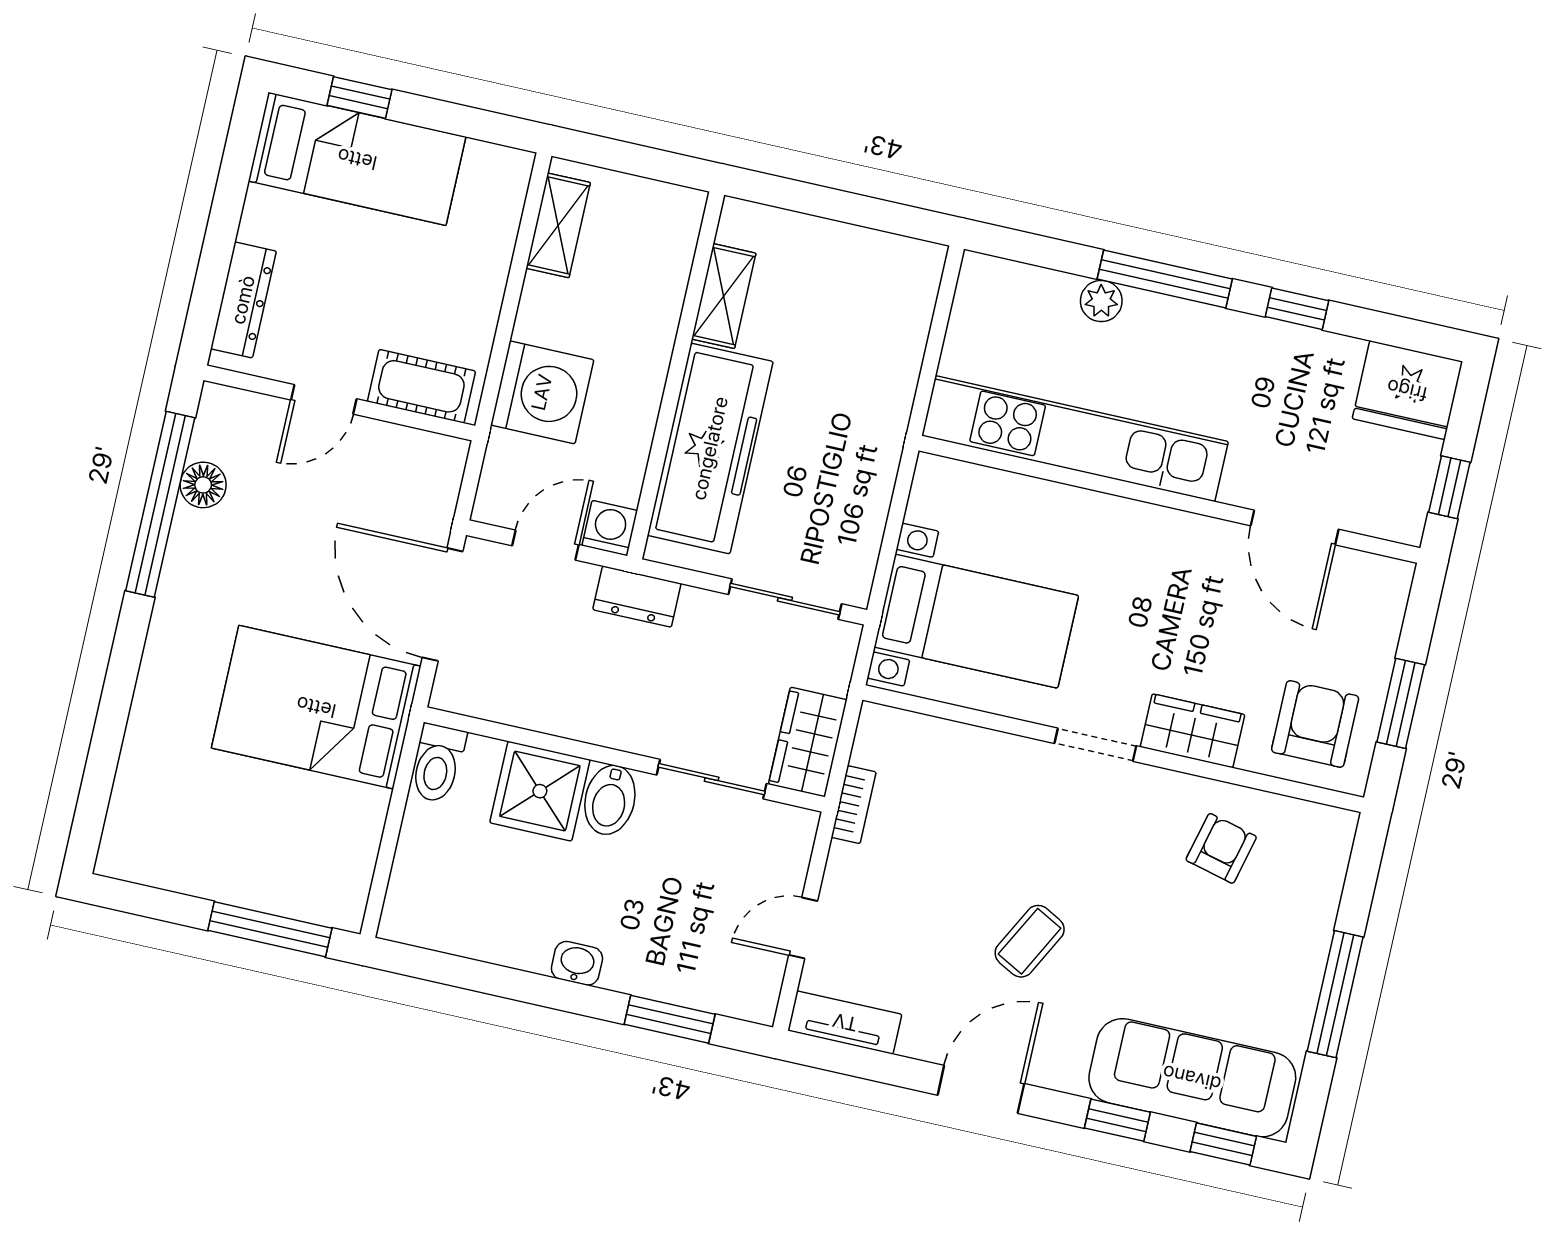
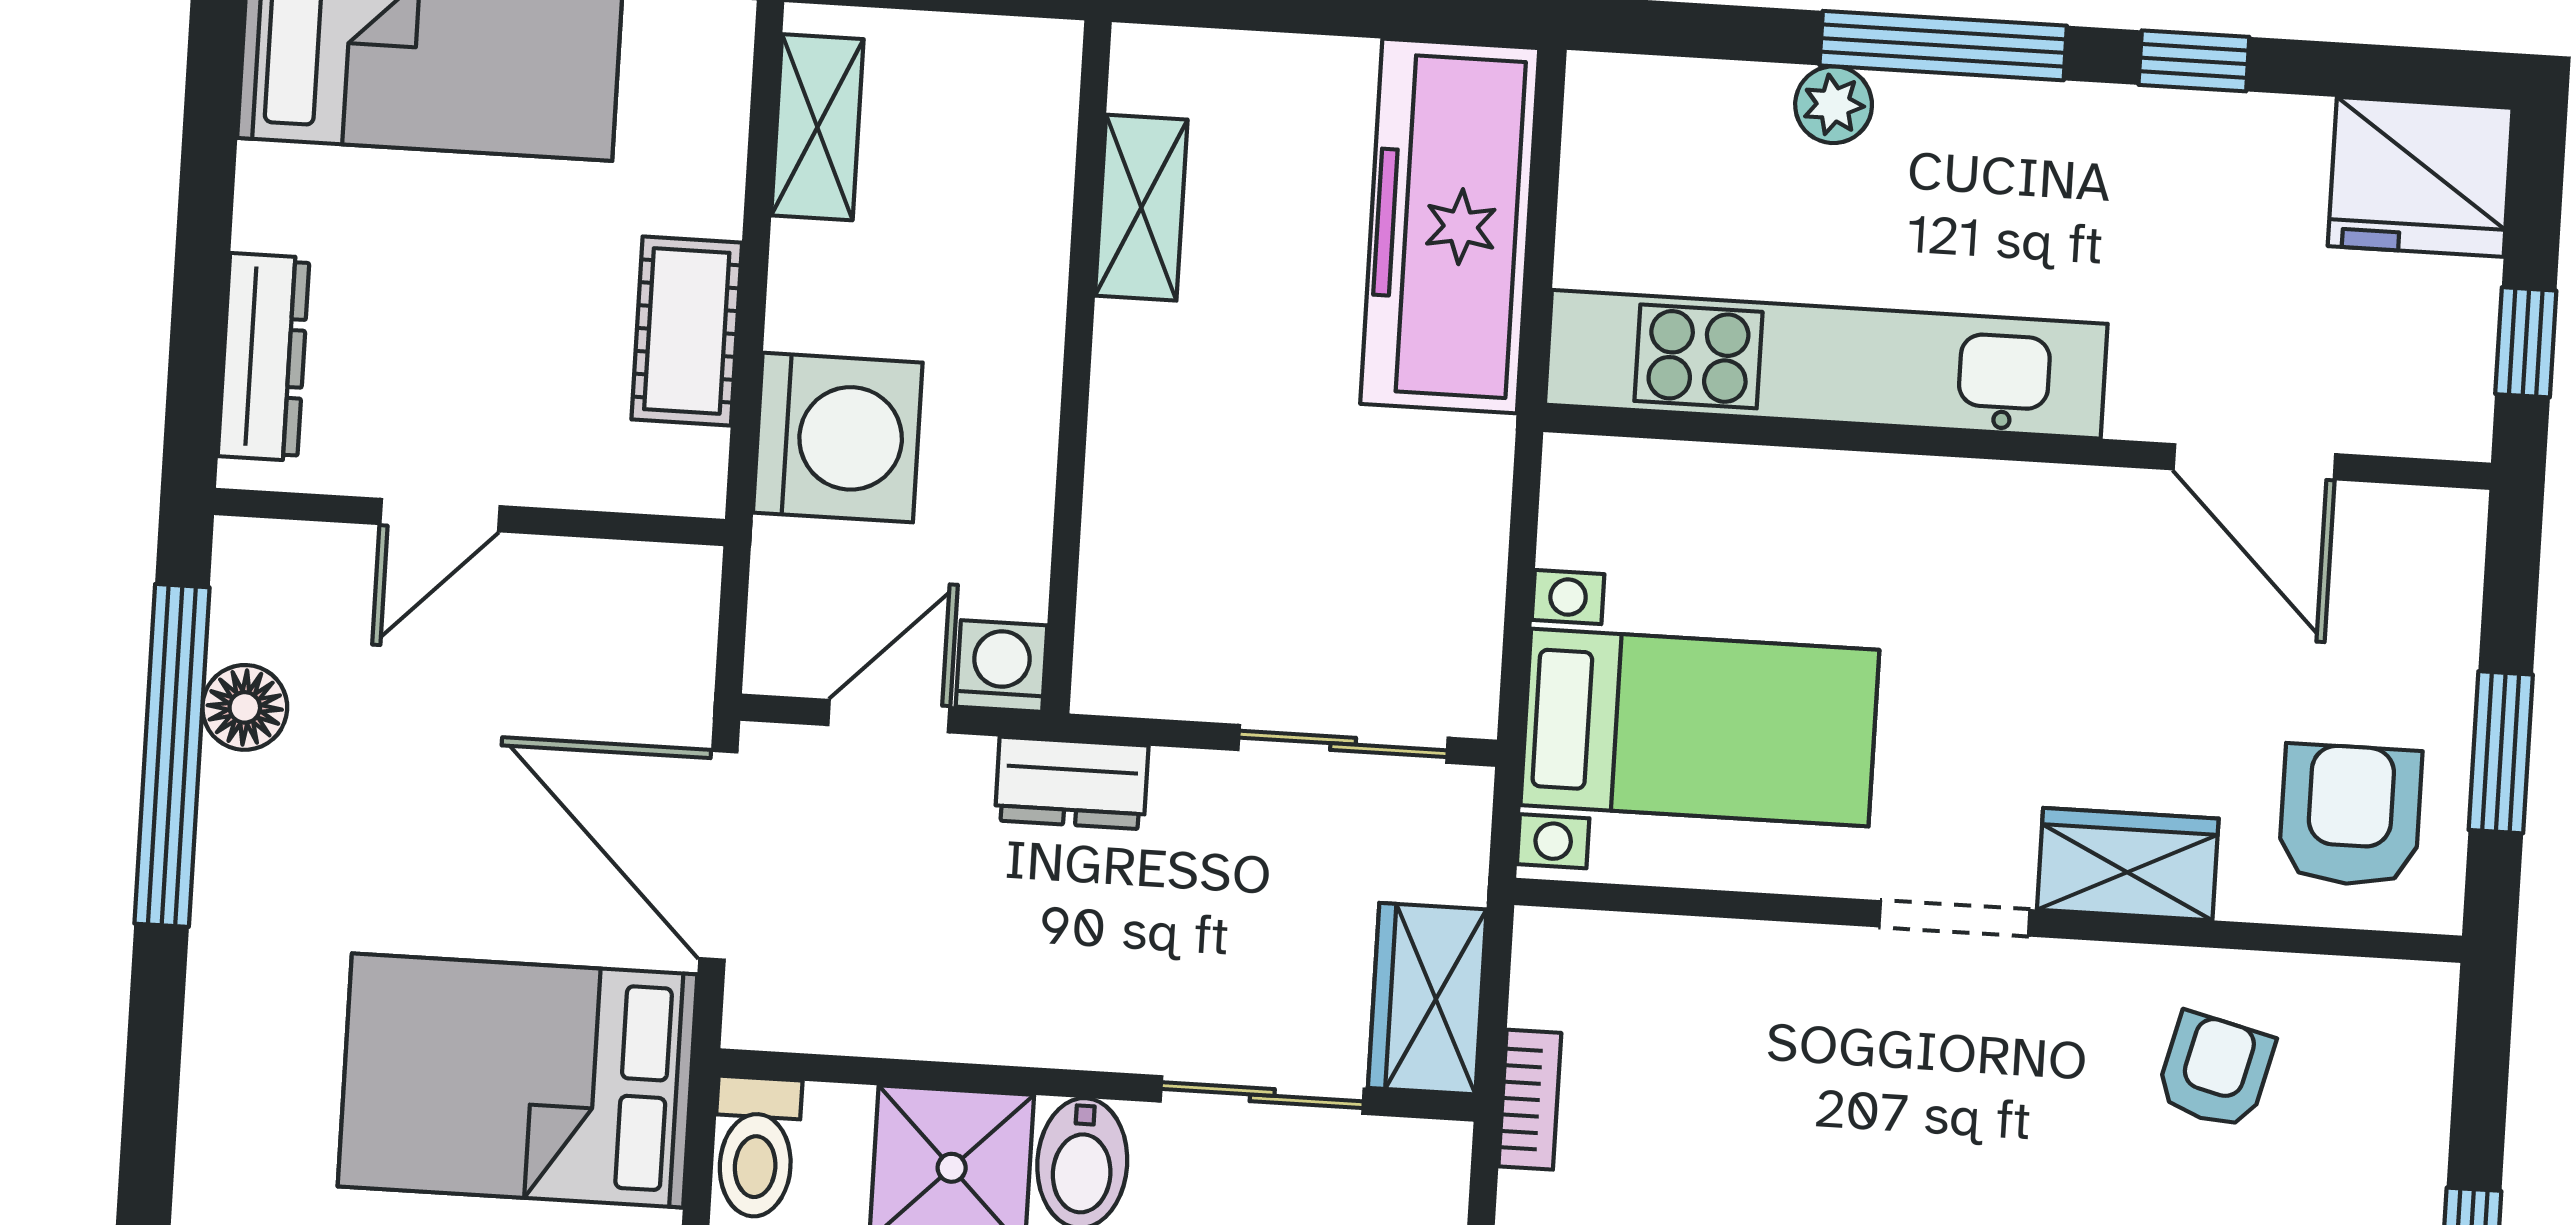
cot: (421, 386) -> (687, 331), moved, turned 90
freezer: (710, 448) -> (1450, 226), moved, turned 180

